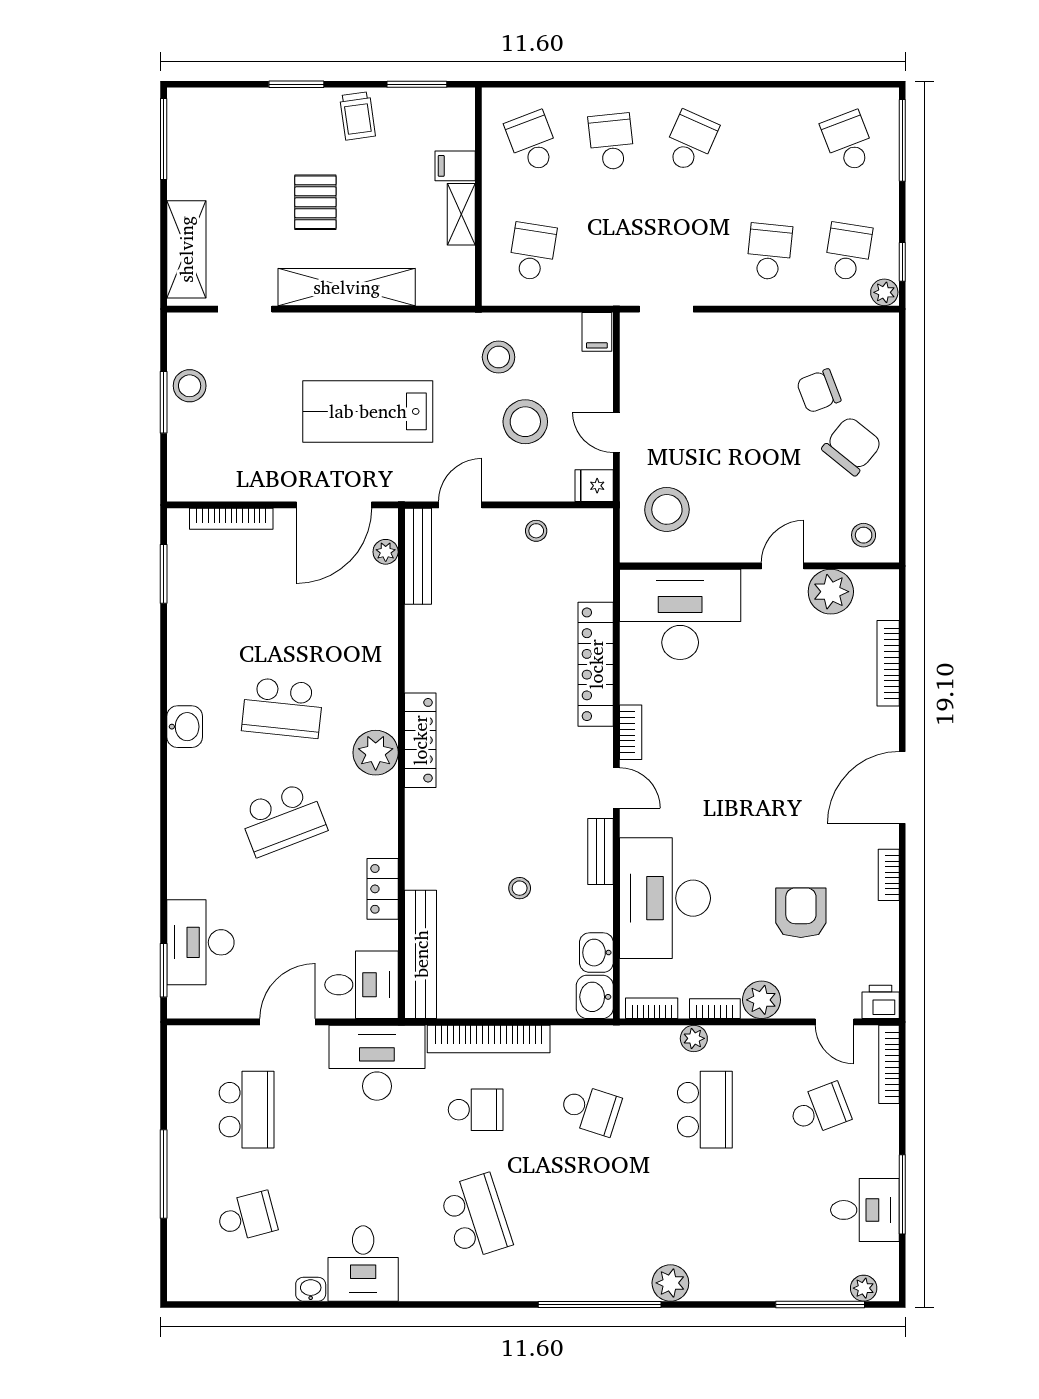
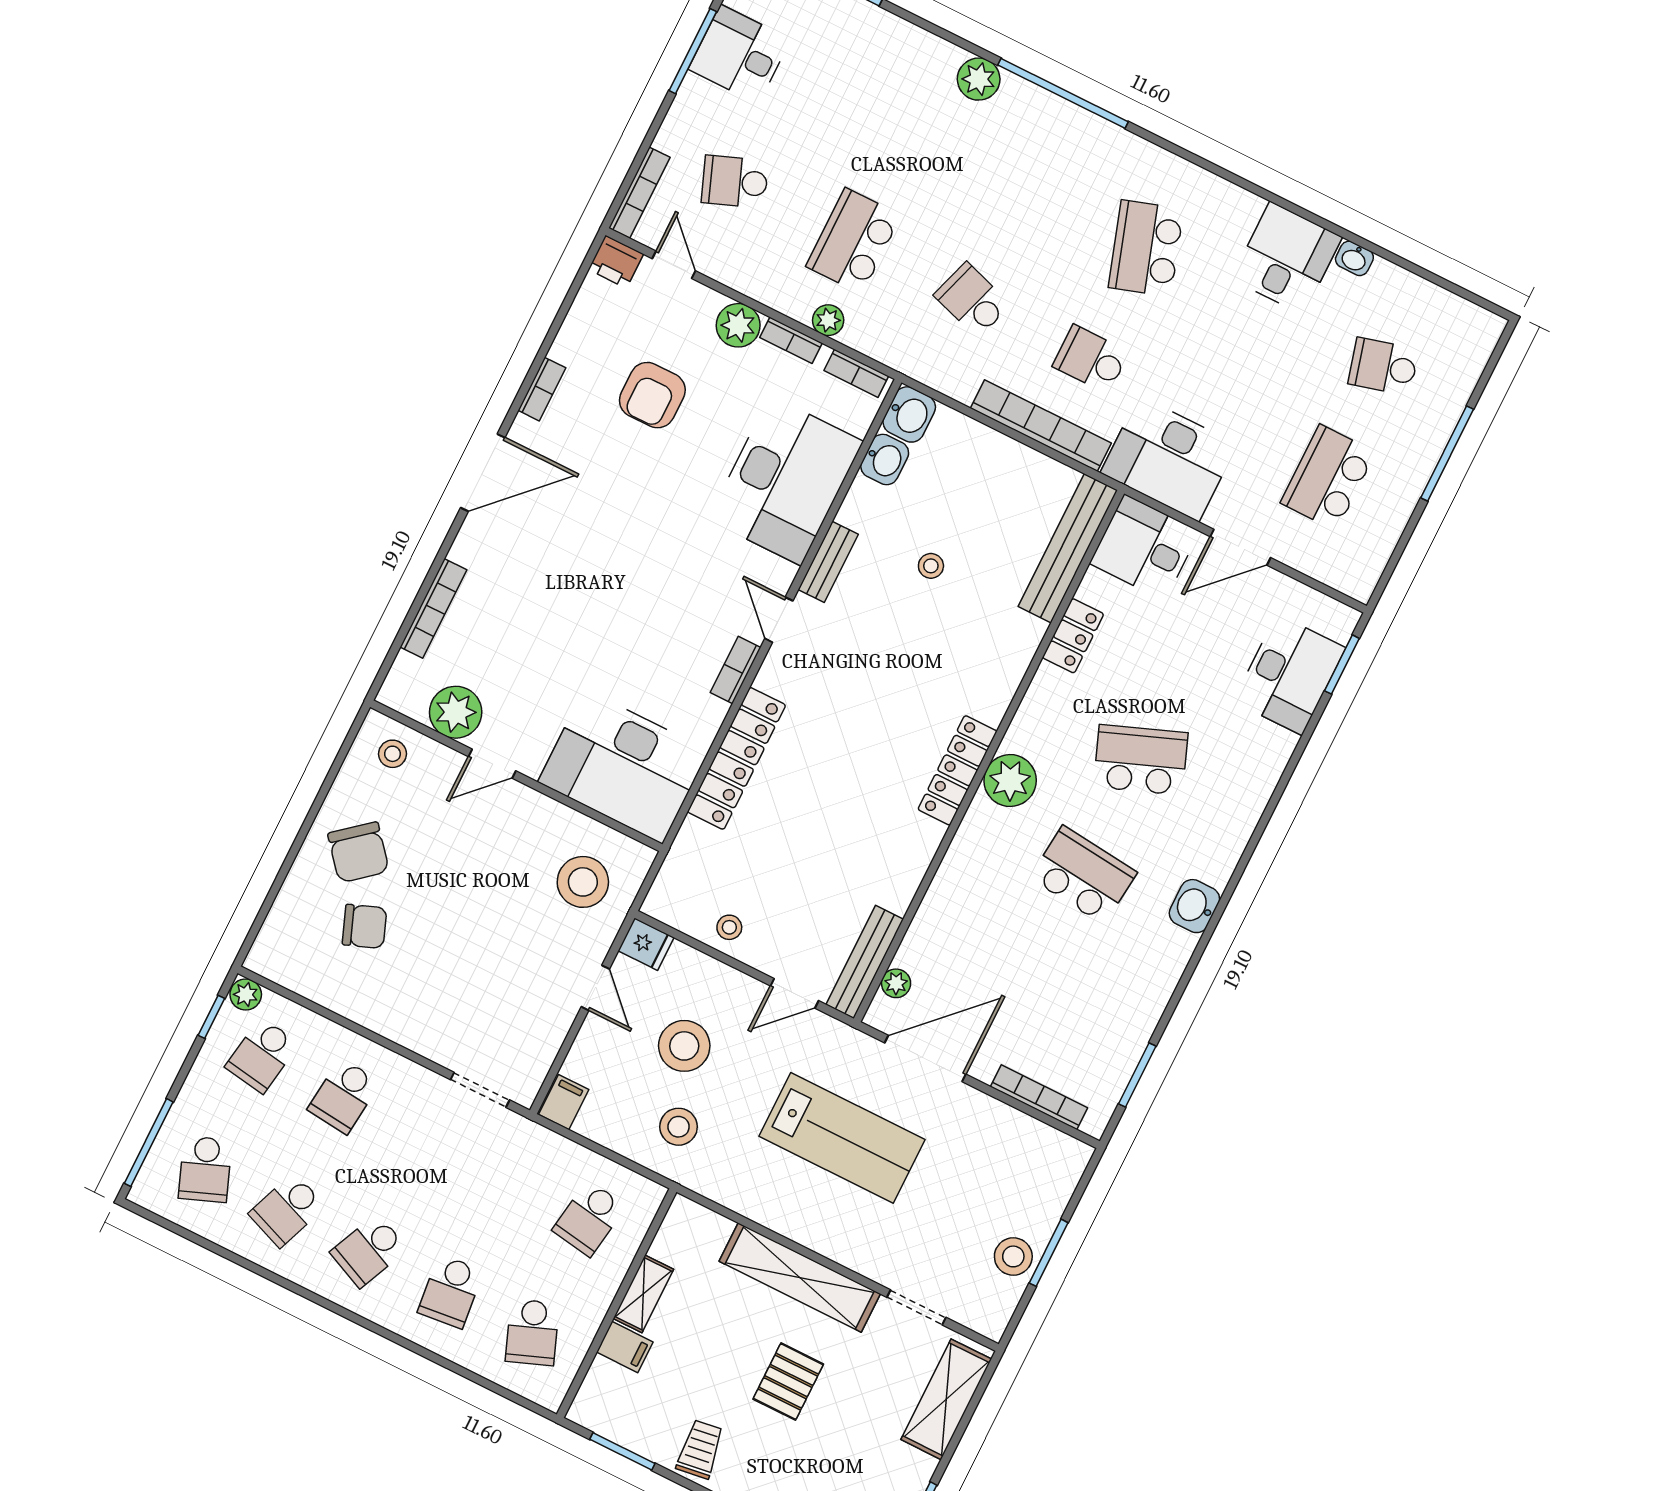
school desk: (769, 142) -> (287, 1210), added
chair: (852, 446) -> (358, 852), turned -79

